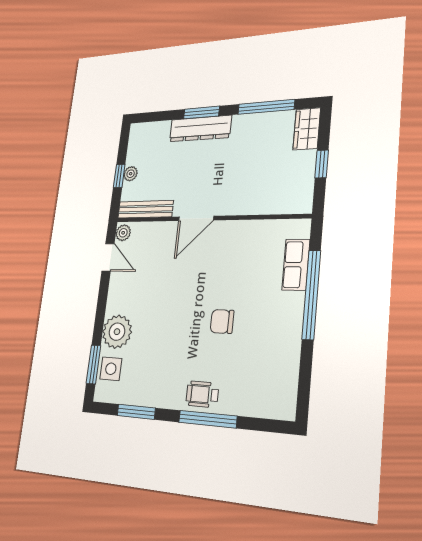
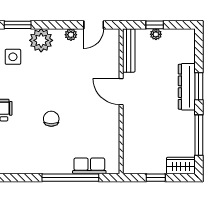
plant: (123, 233) -> (71, 35), moved
side table: (111, 369) -> (13, 57), moved

